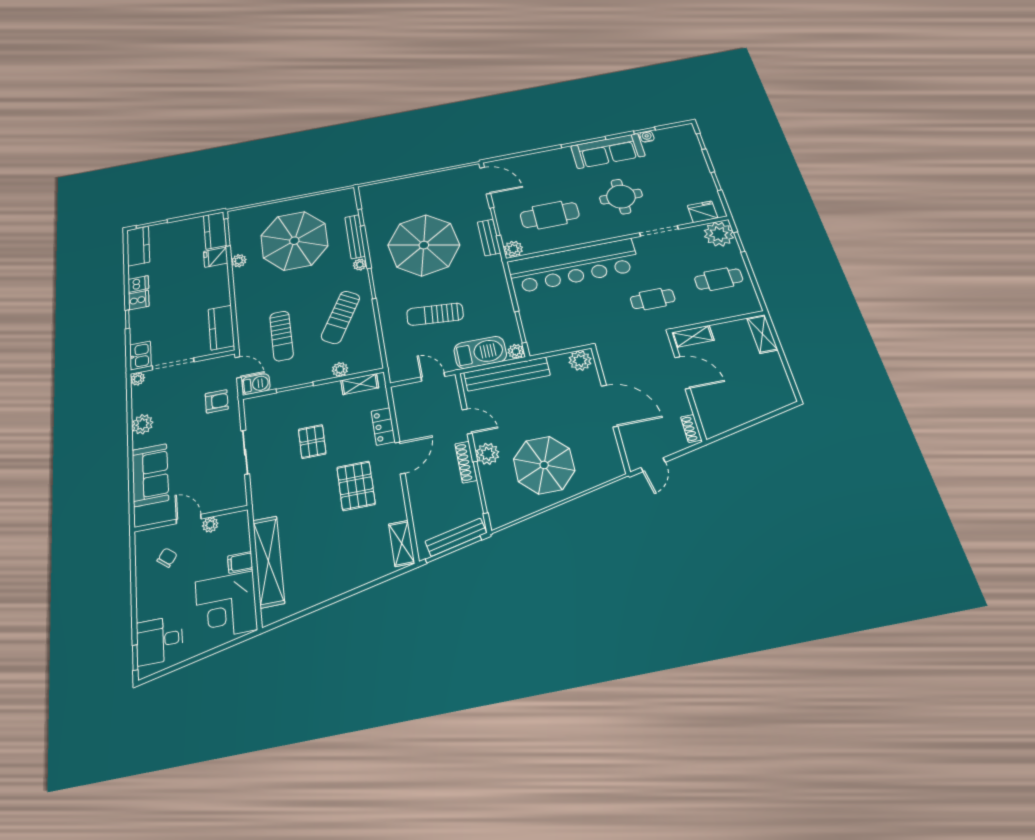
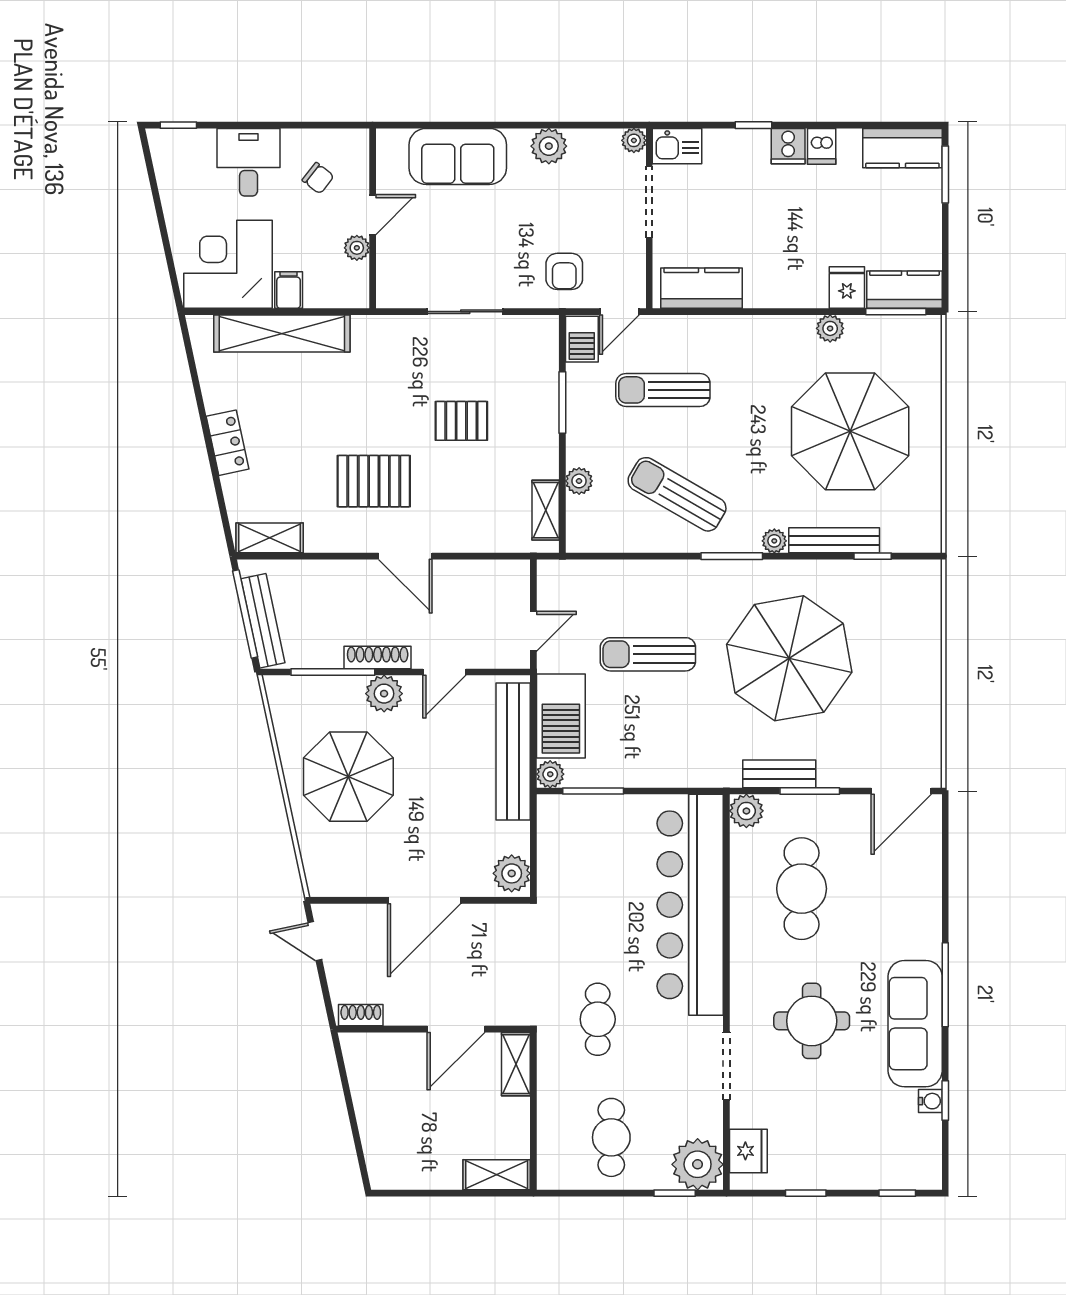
sun lounger: (435, 314) -> (648, 654), turned -95
locker: (383, 426) -> (228, 443), moved, turned 78
desk: (160, 640) -> (249, 162), moved

